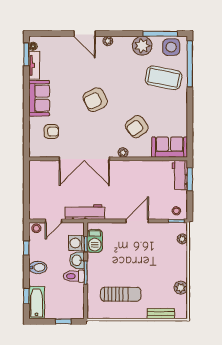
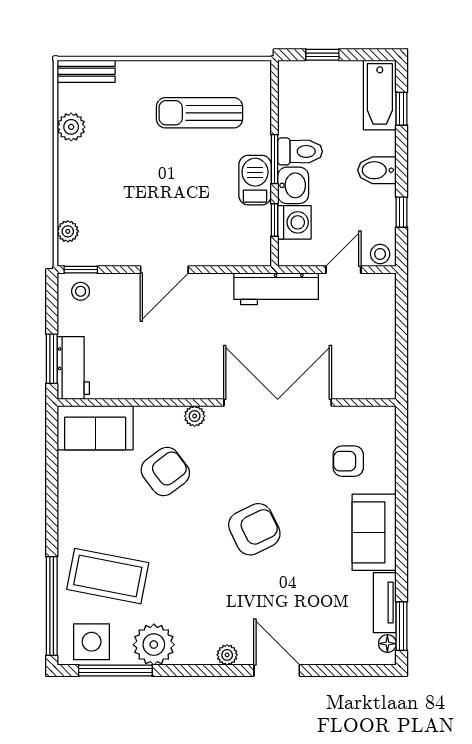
barbecue: (95, 241) -> (255, 180), moved
bench: (161, 314) -> (86, 71), moved

